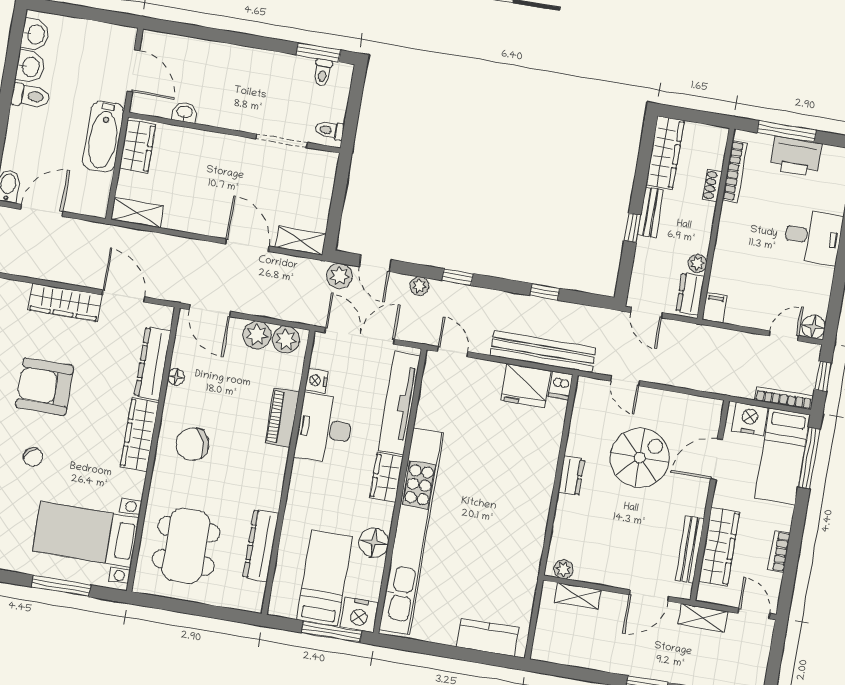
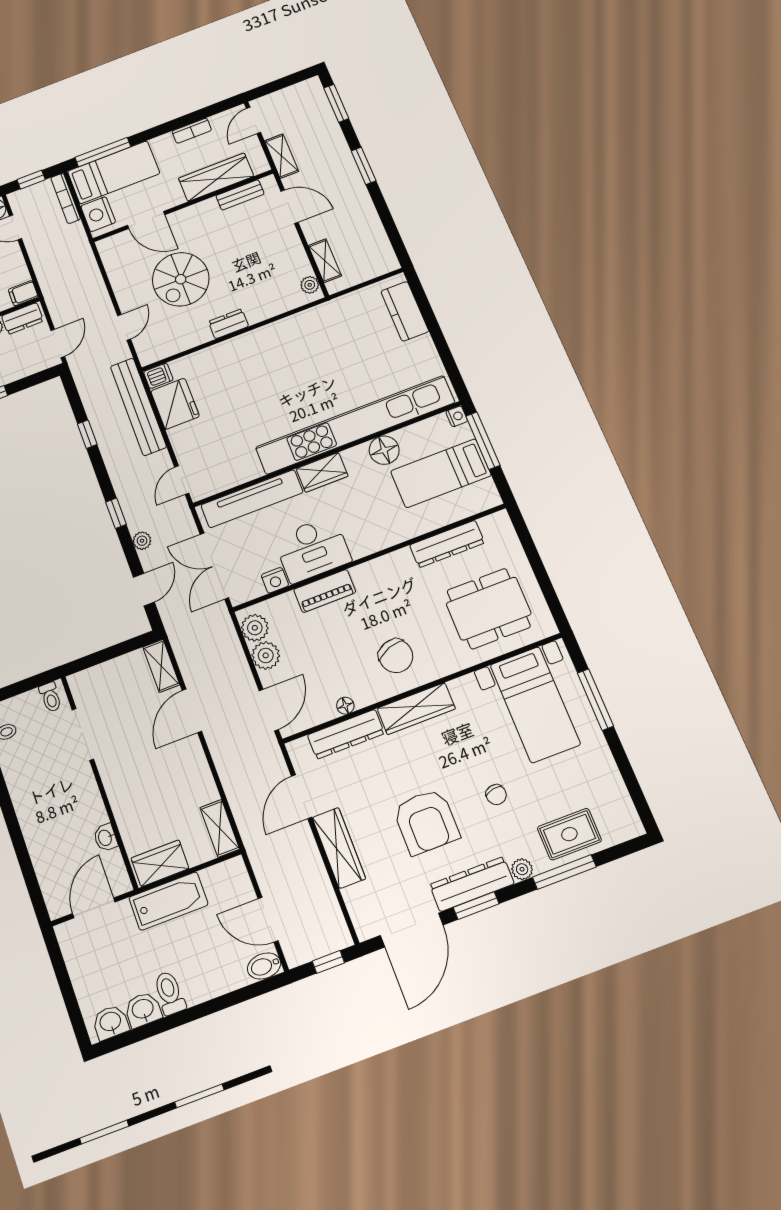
plant: (339, 276) -> (173, 614), removed
chair: (33, 457) -> (496, 795), turned 125
spiral stairs: (640, 458) -> (181, 279), turned -90
bench: (690, 549) -> (240, 195), width x0.73
nightstand: (359, 615) -> (457, 416), width x0.53, depth x0.56

